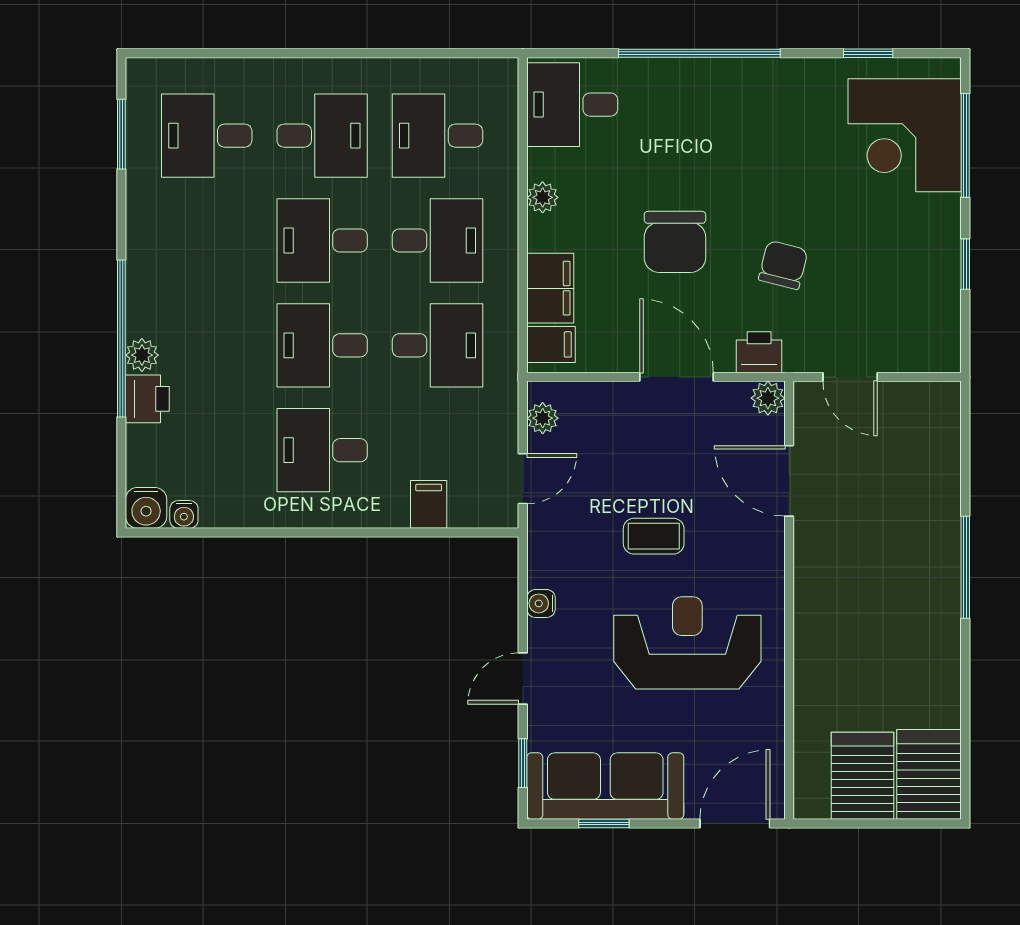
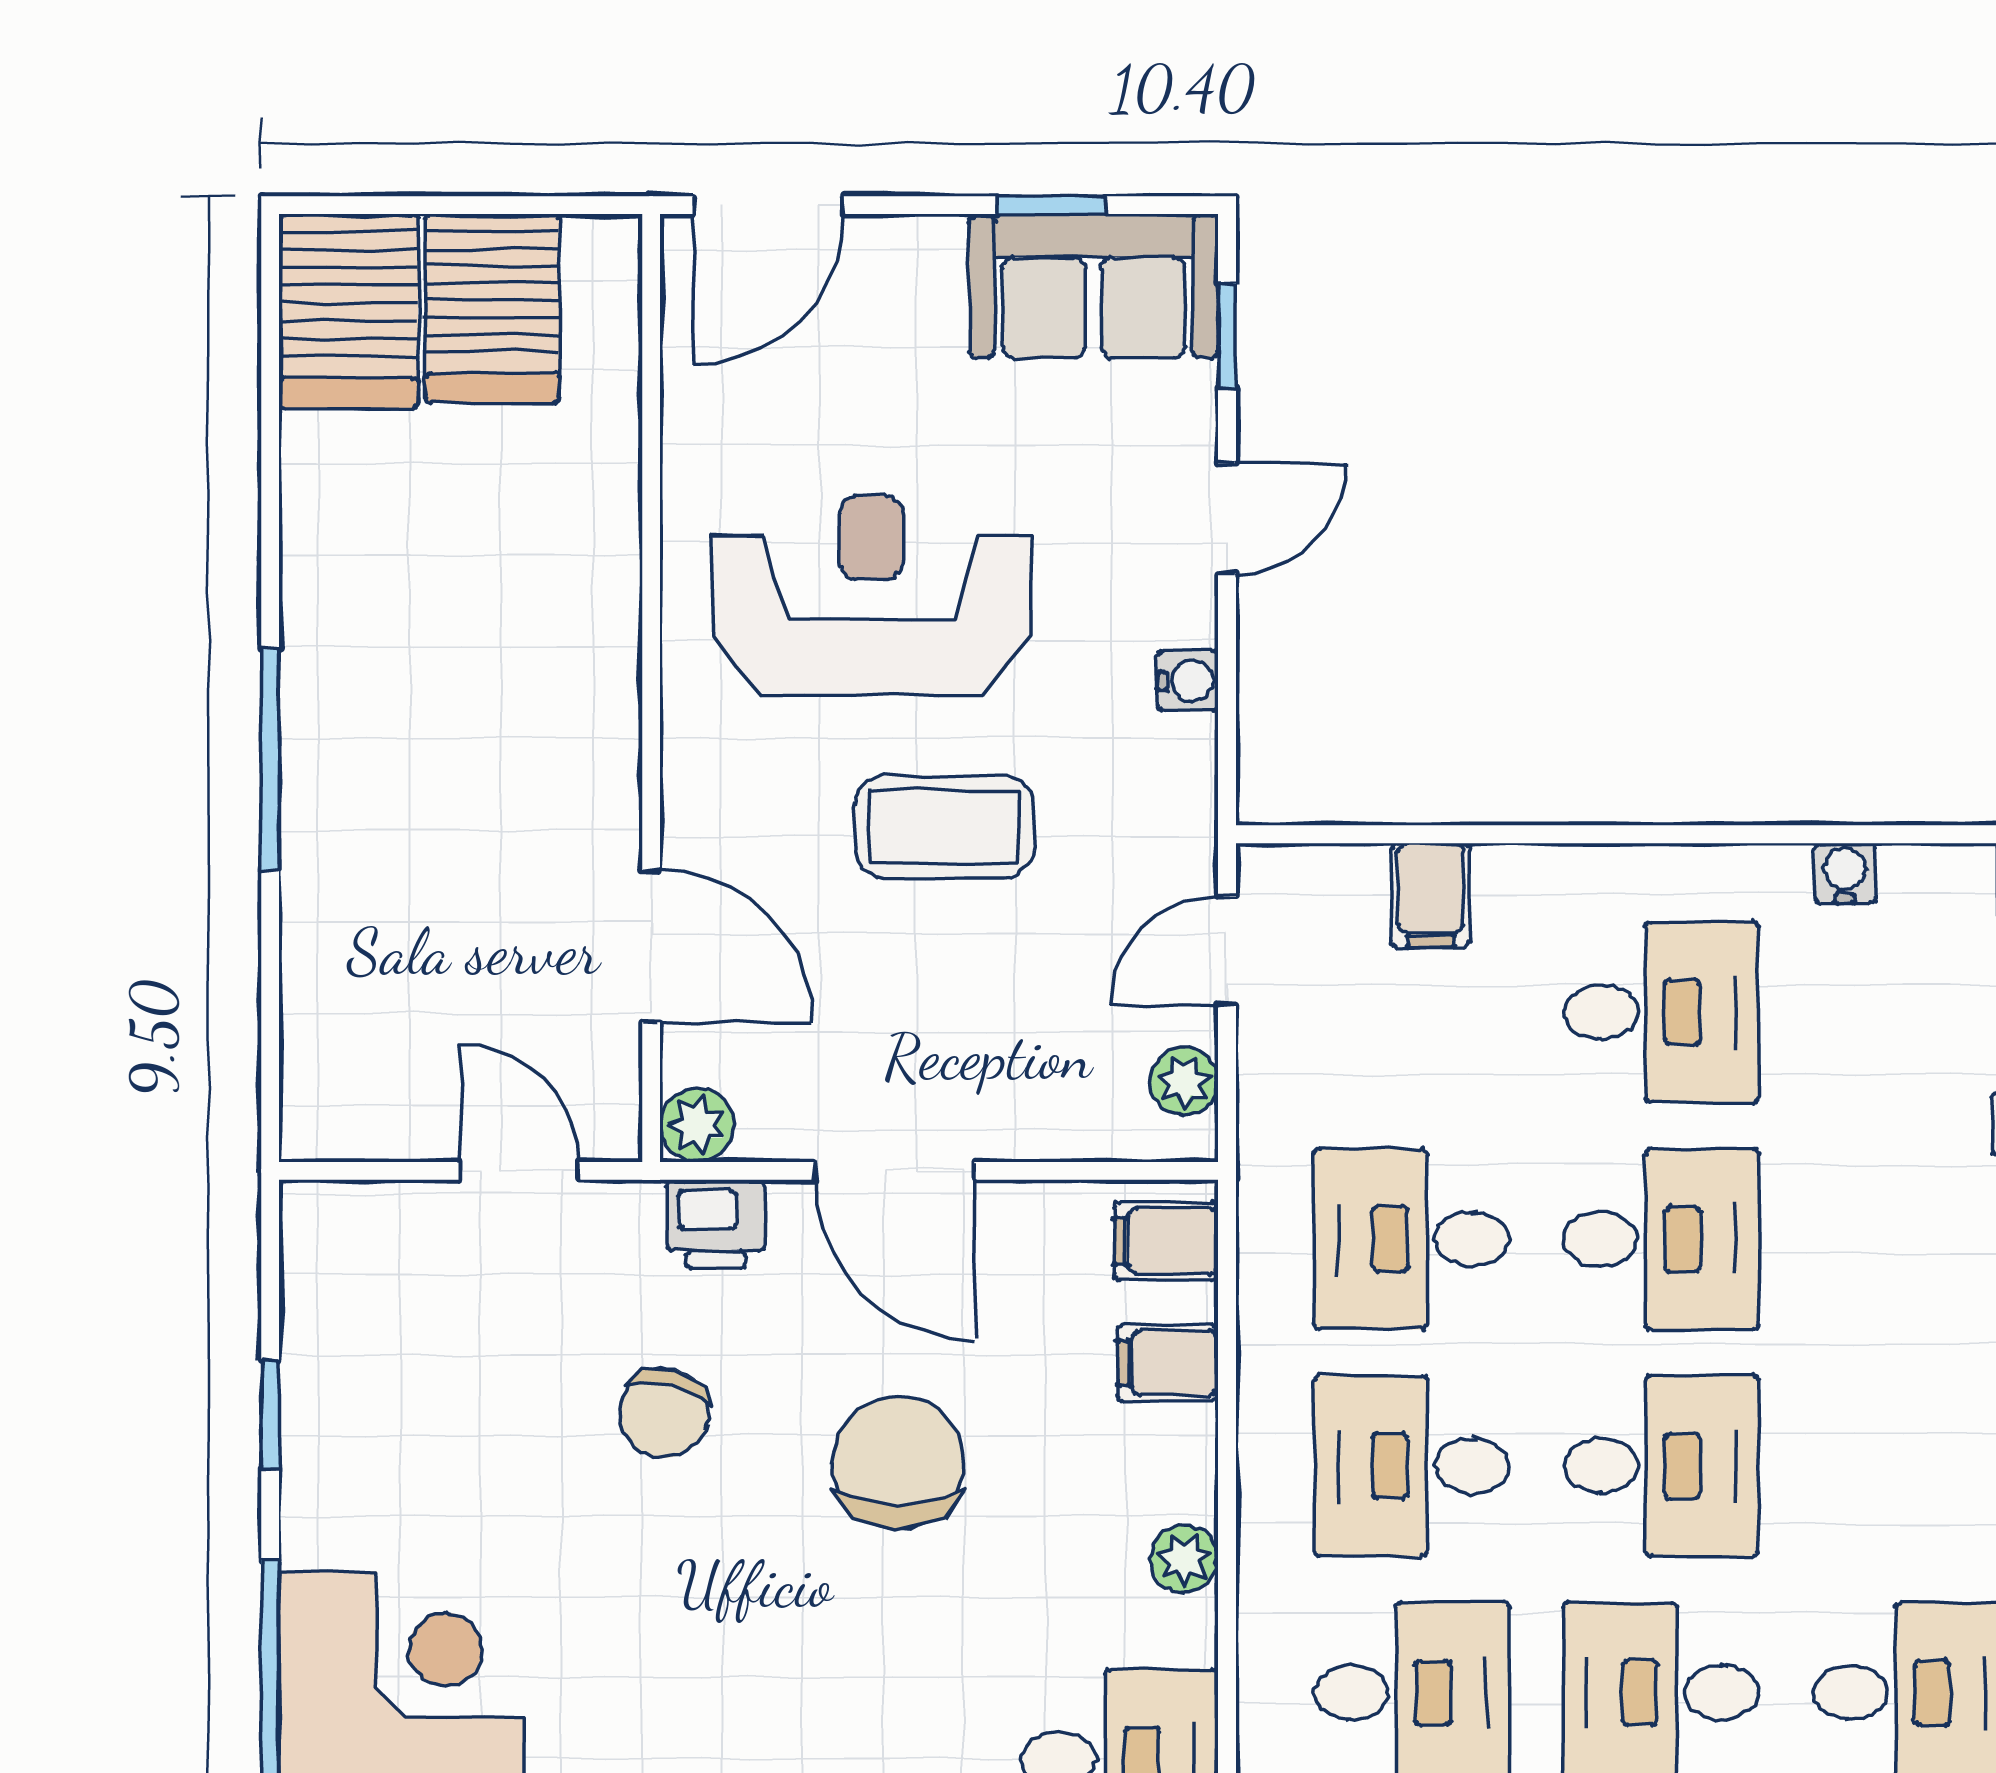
filing cabinet: (550, 288) -> (1168, 1363), width x0.50
water cooler: (184, 514) -> (1845, 873), moved
coffee table: (654, 536) -> (944, 826), width x1.36, depth x1.30
reception desk: (687, 643) -> (871, 596), turned 180
sofa: (605, 786) -> (1094, 286), width x0.73

